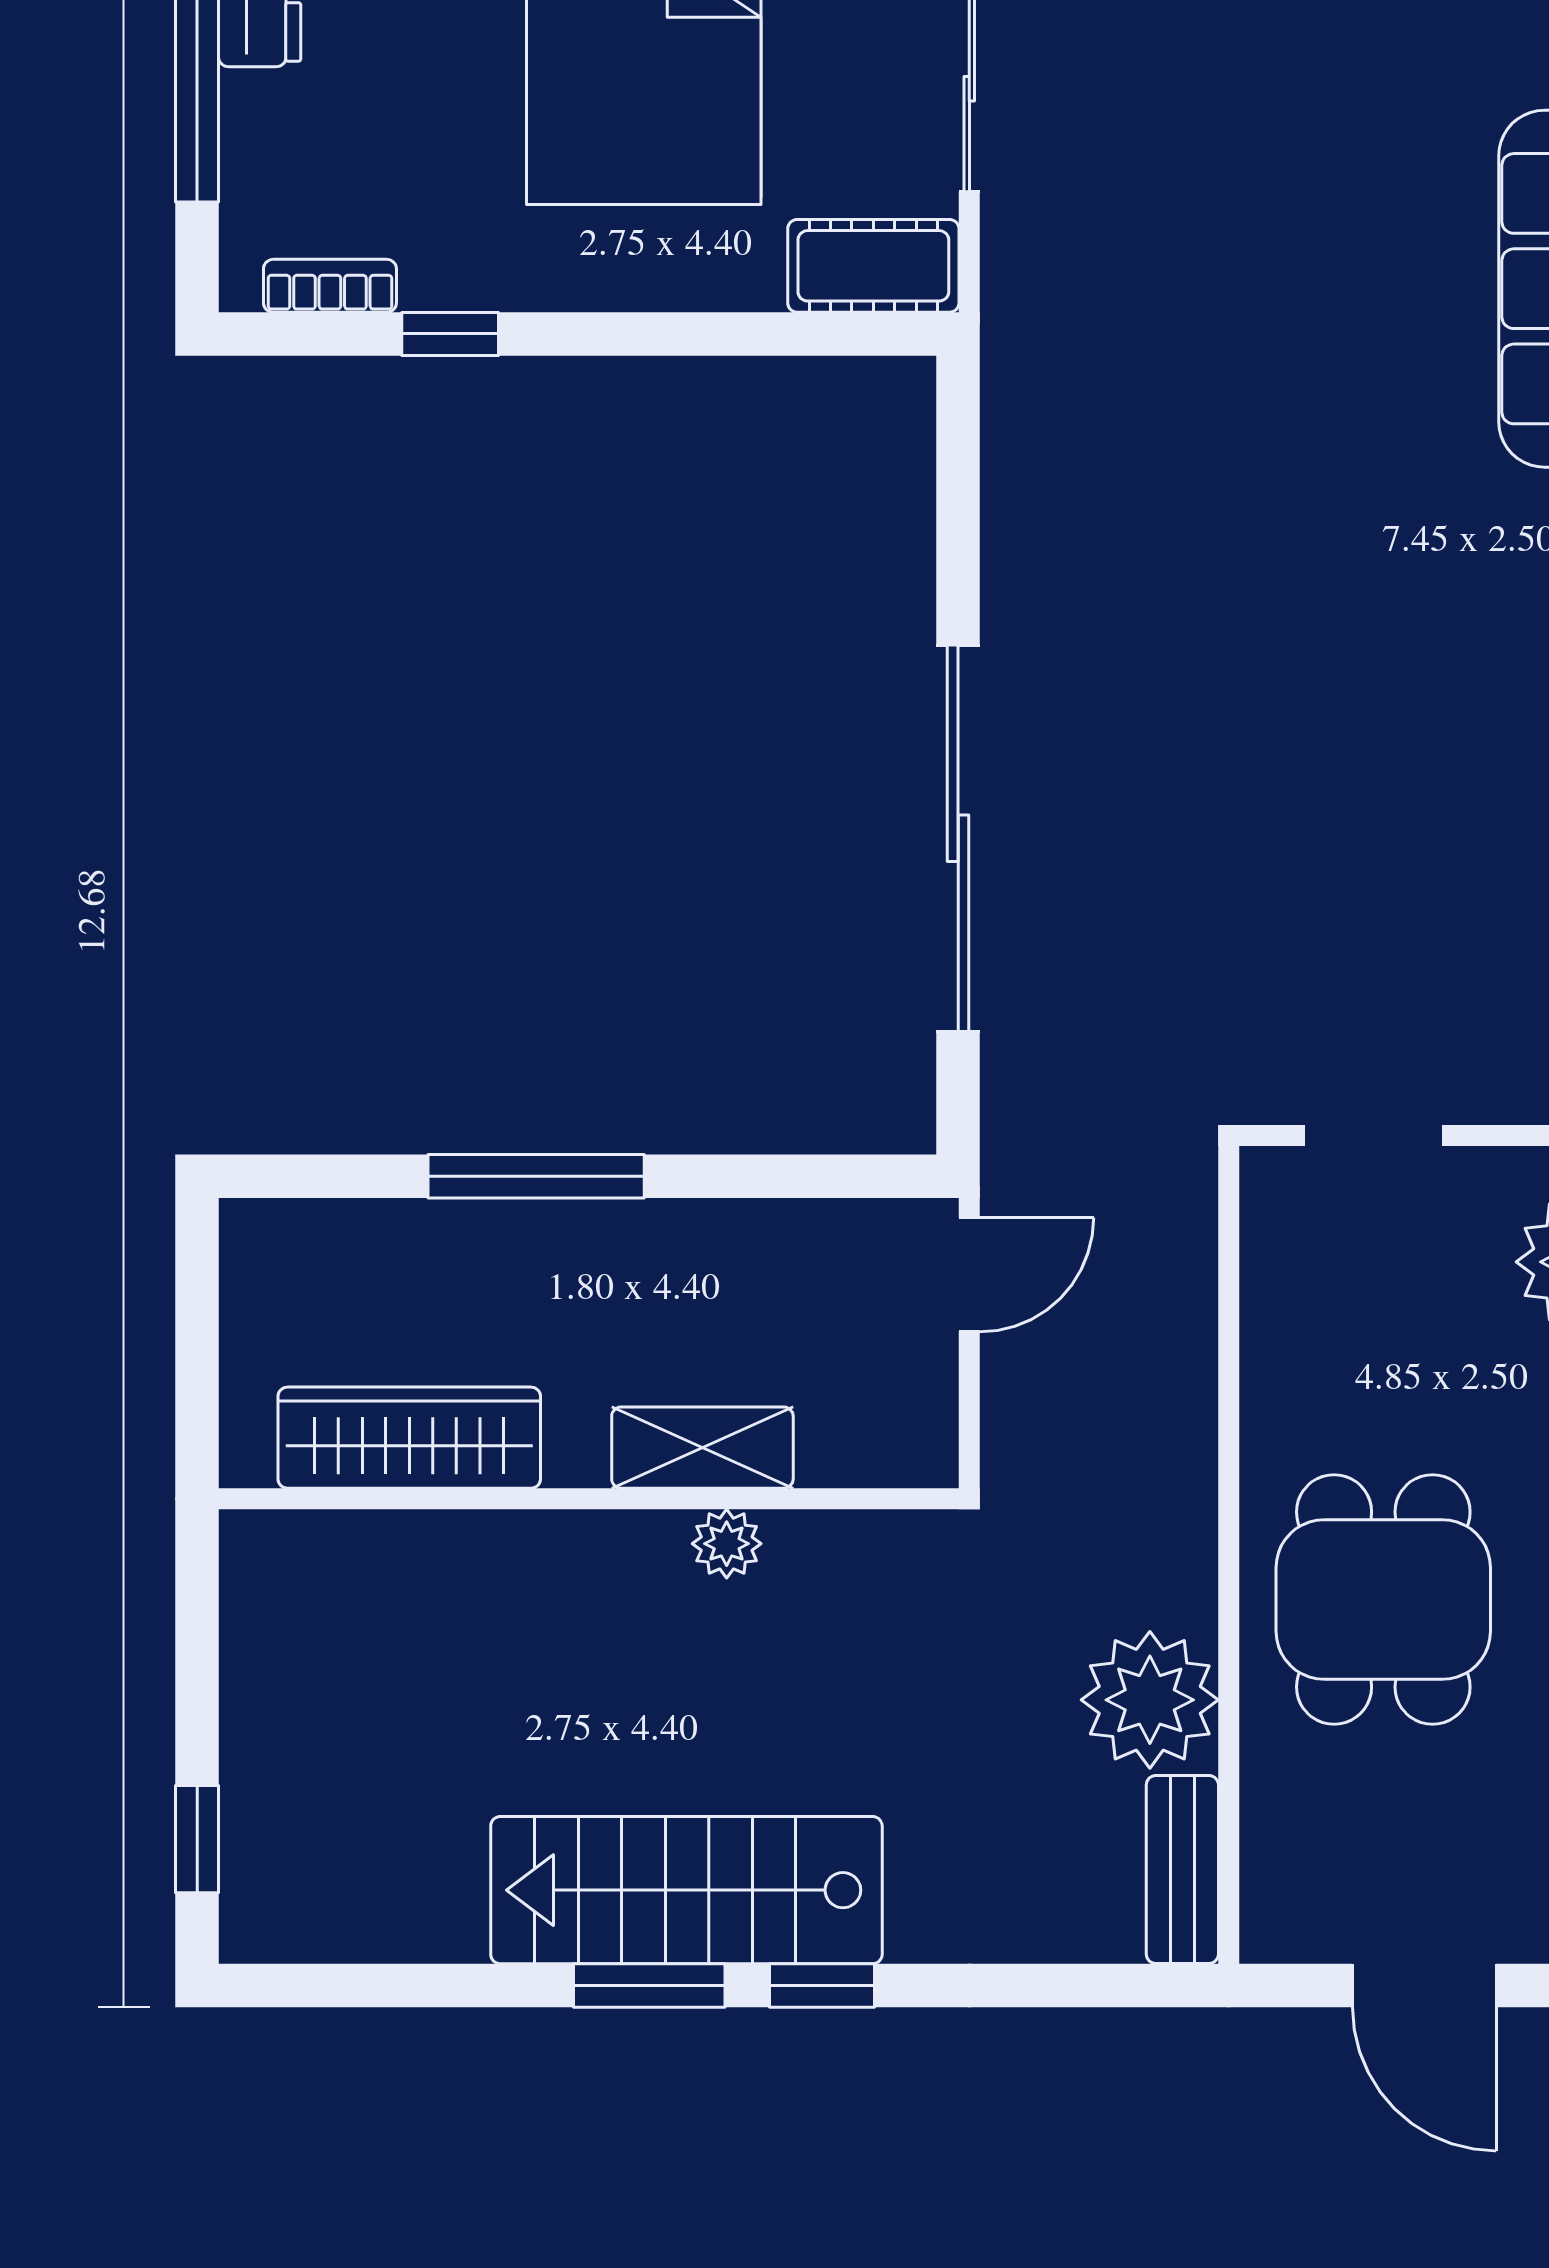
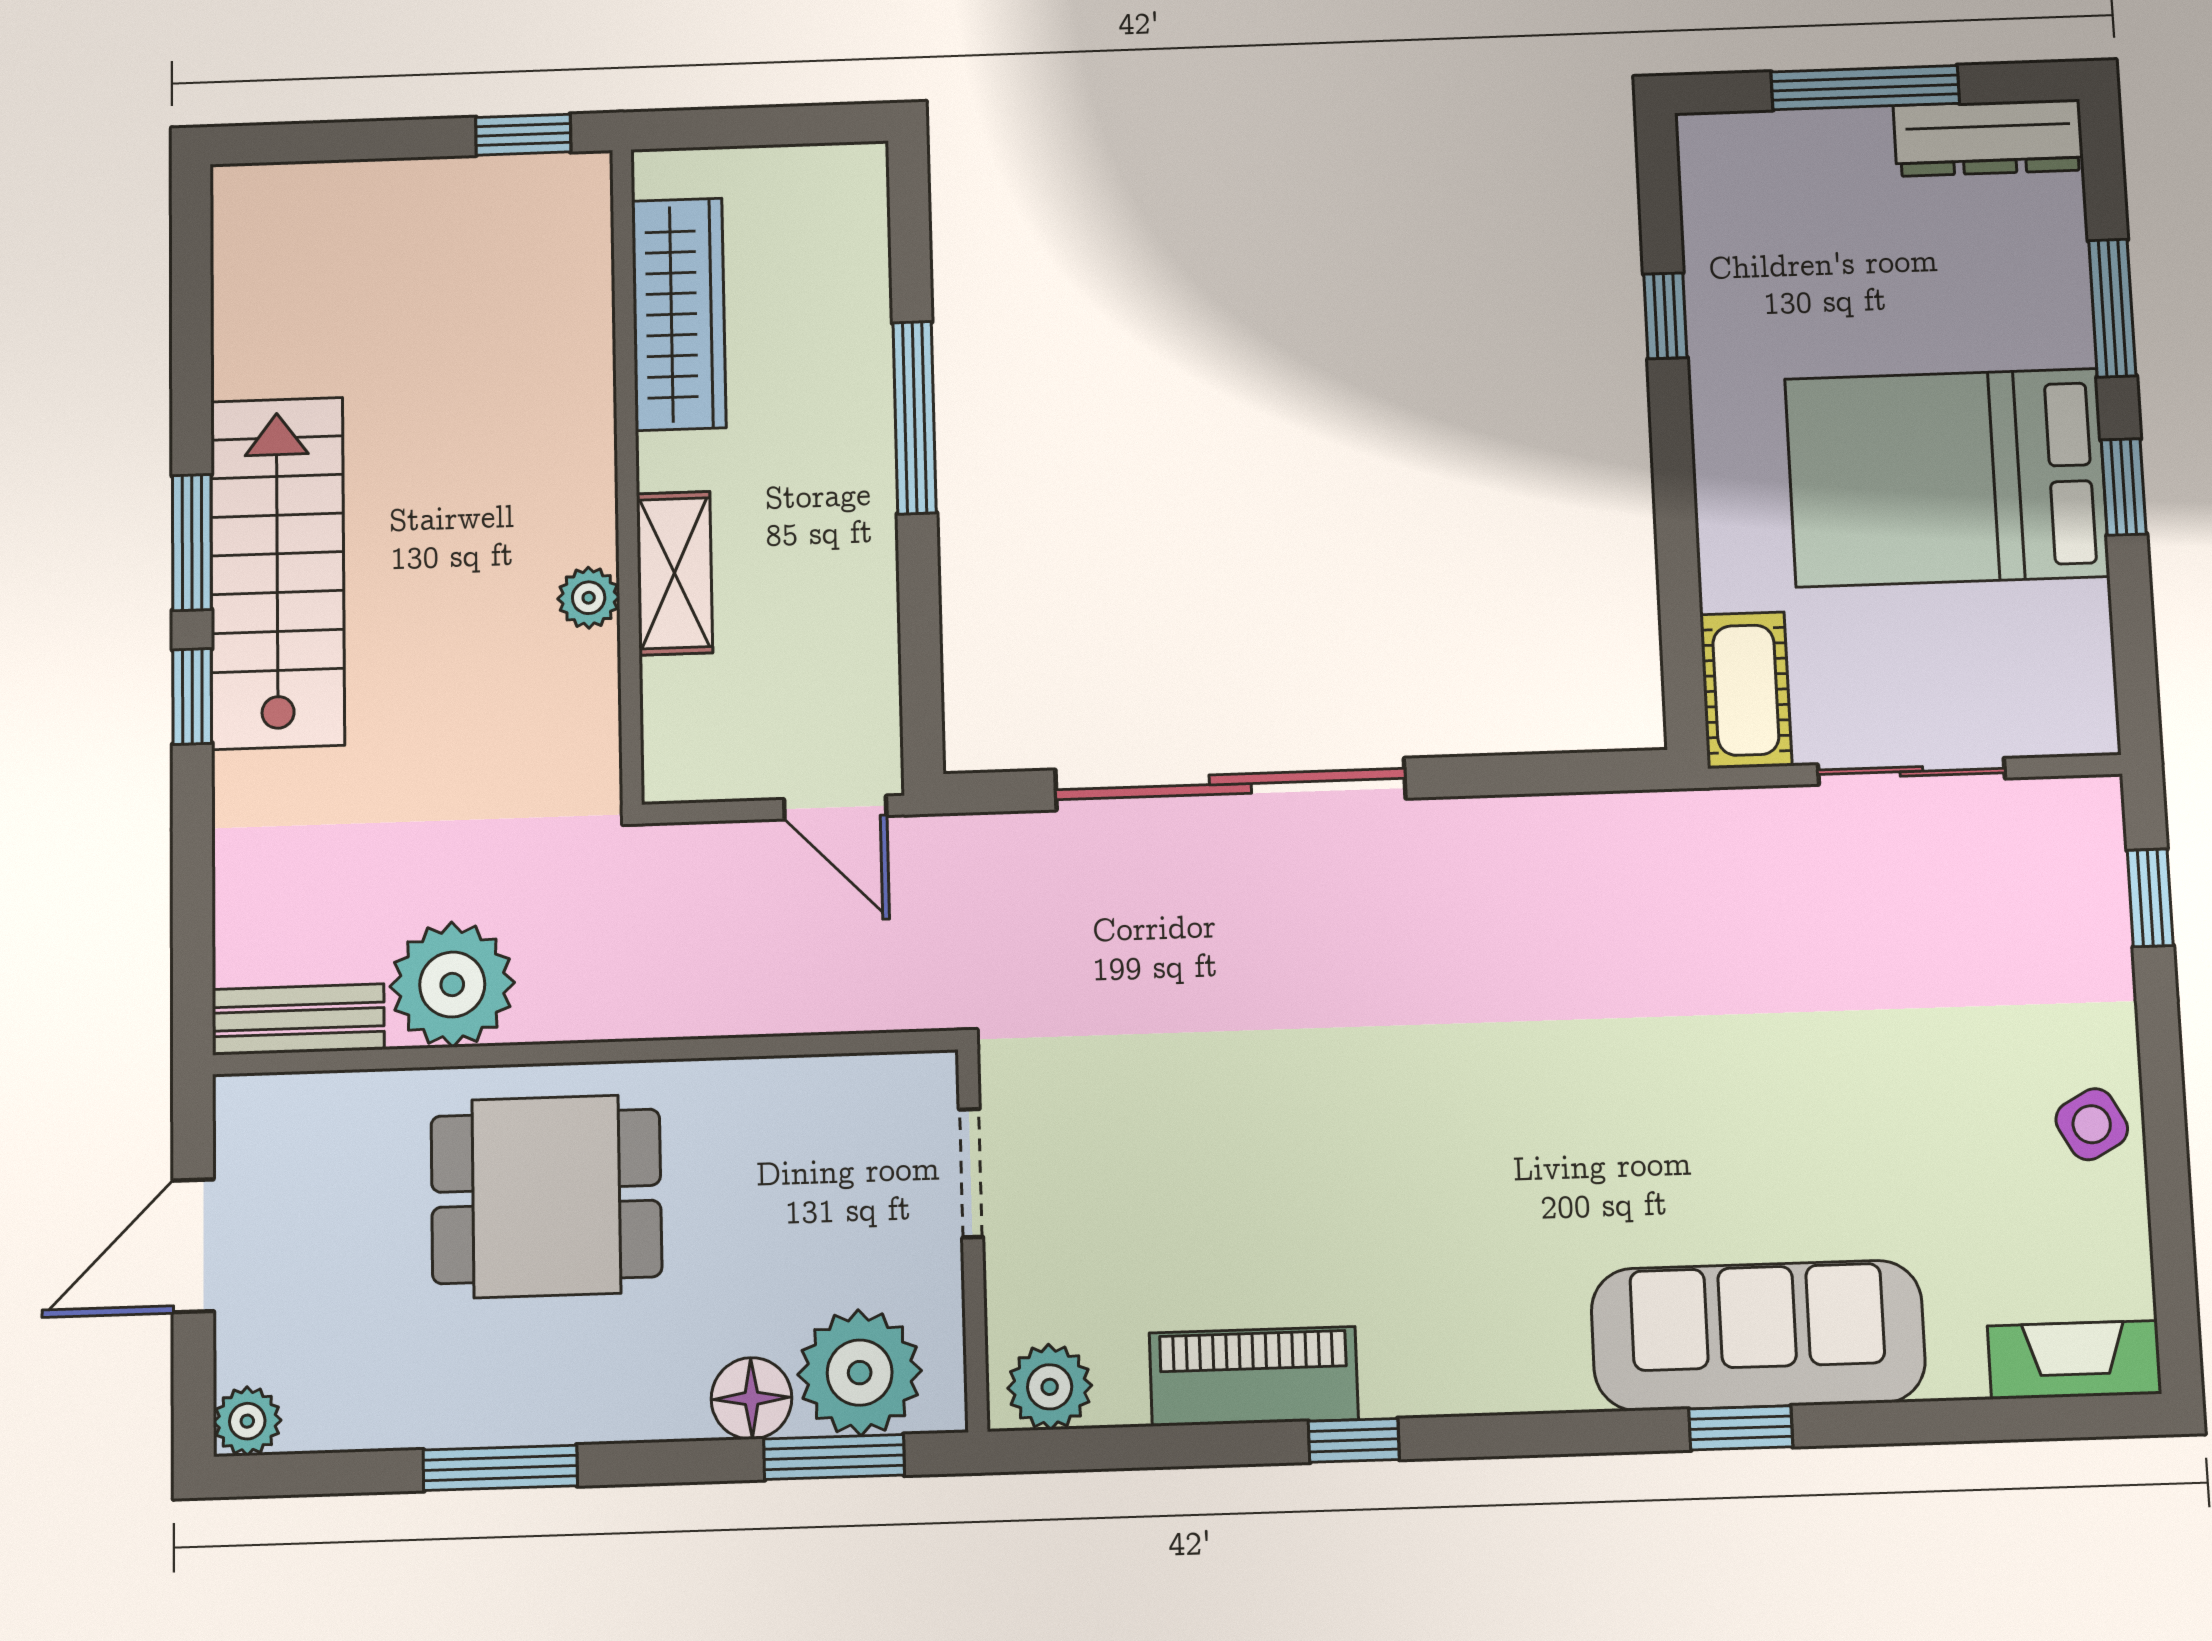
bookcase: (330, 286) -> (1703, 209), removed
window: (197, 1839) -> (523, 135), moved

